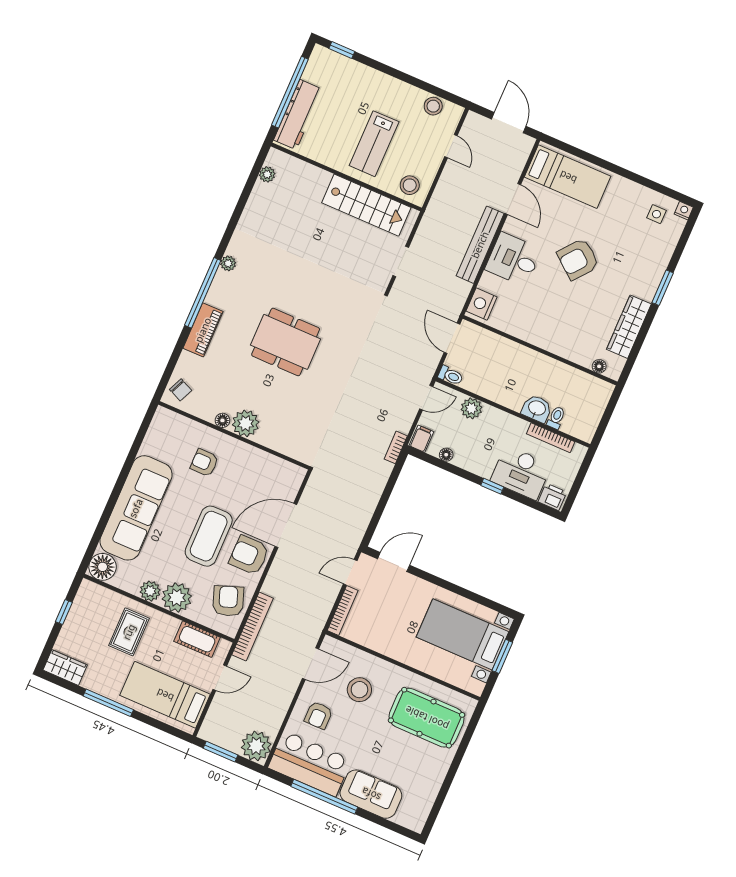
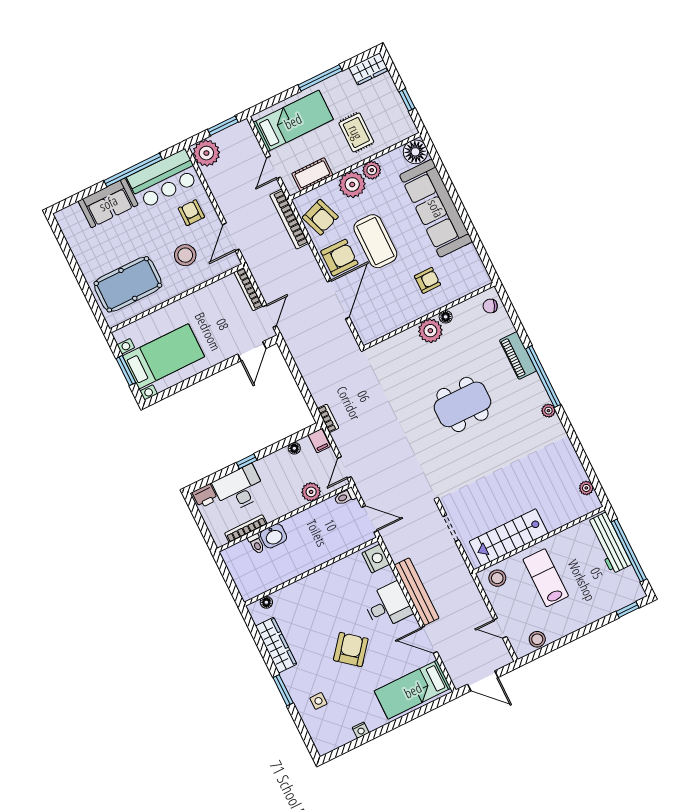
nightstand: (684, 211) -> (361, 730), moved
side table: (656, 214) -> (318, 701), moved

